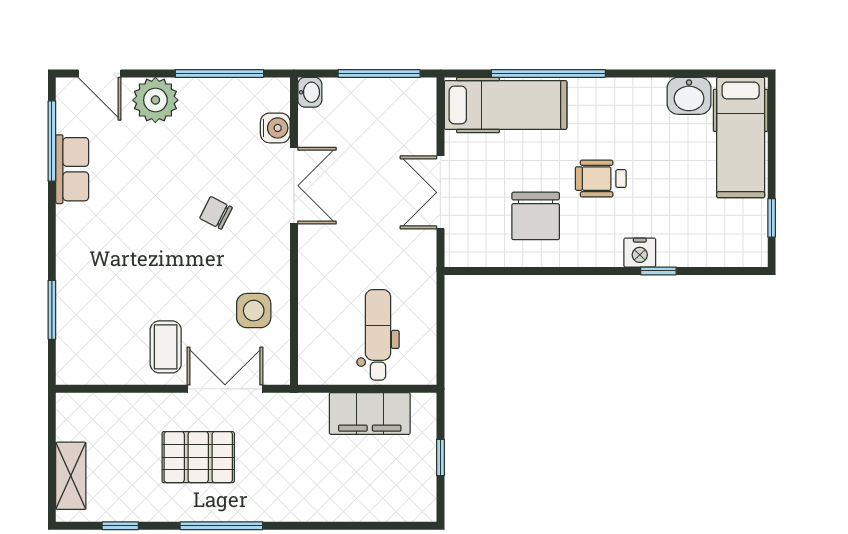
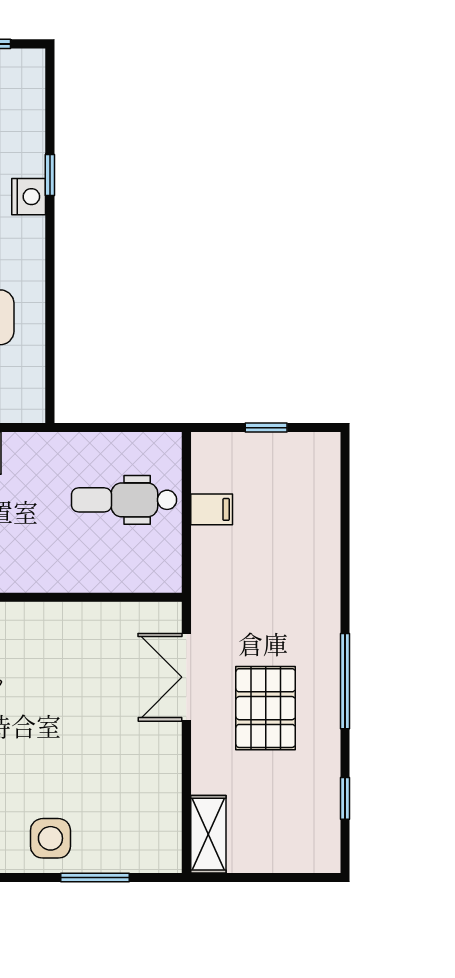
side table: (254, 311) -> (50, 838), moved
coffee table: (166, 347) -> (138, 746), removed
filing cabinet: (370, 413) -> (212, 509), width x0.33, depth x0.86
shelving: (71, 476) -> (208, 834), moved, turned 90

